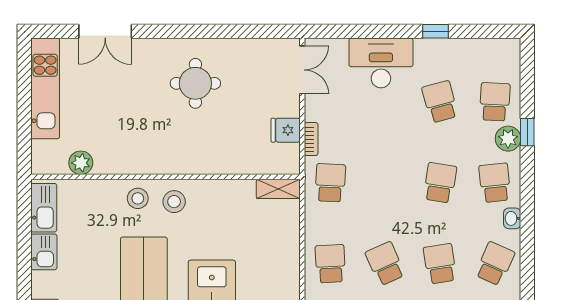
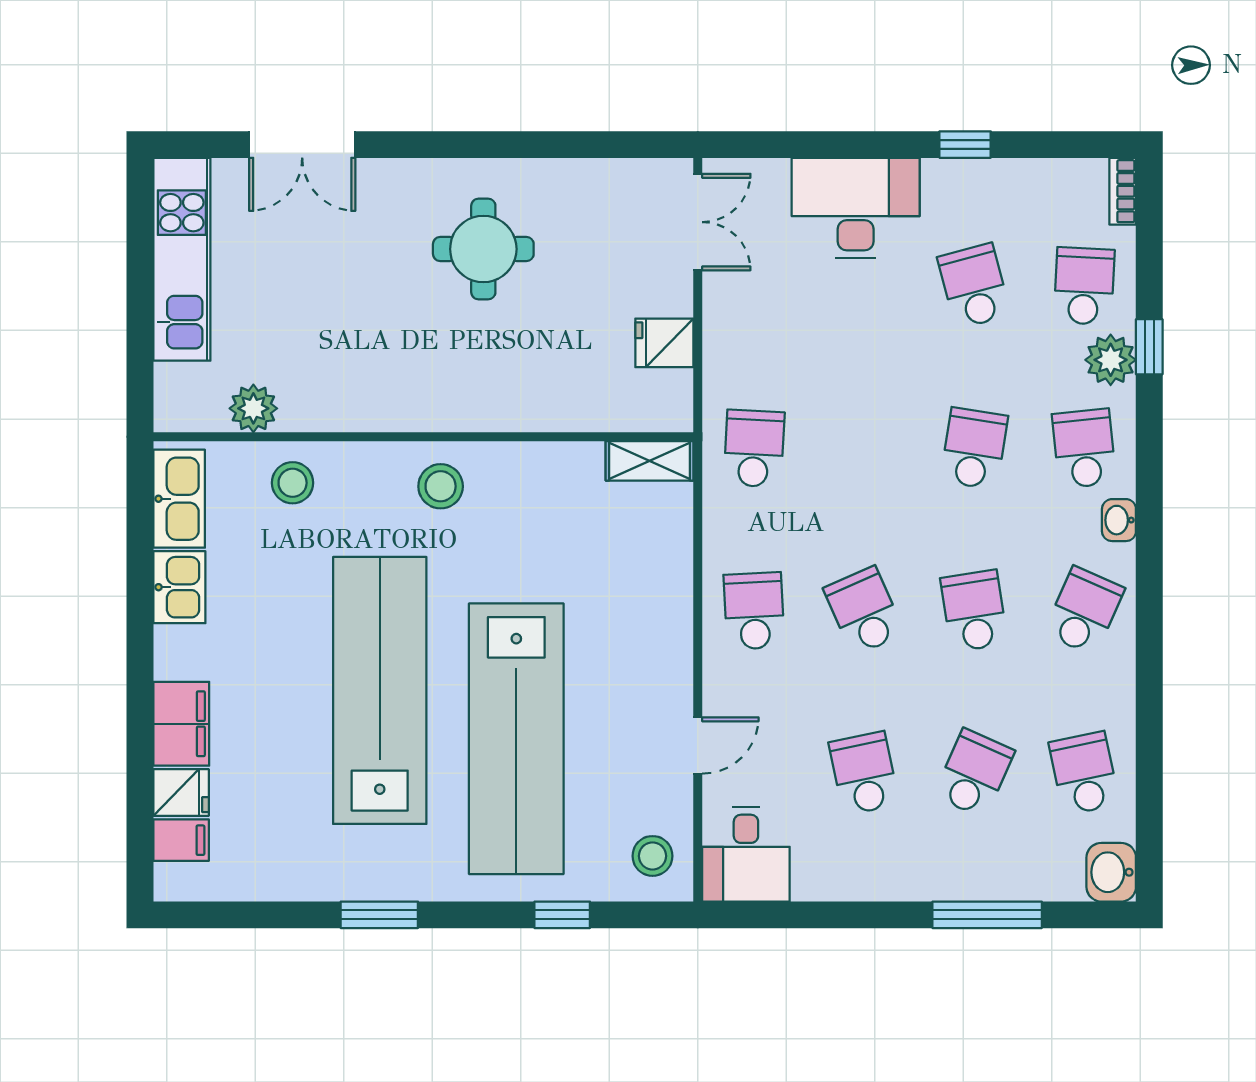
bookcase: (311, 139) -> (1123, 191), moved, turned 180
stool: (138, 198) -> (293, 483), moved

